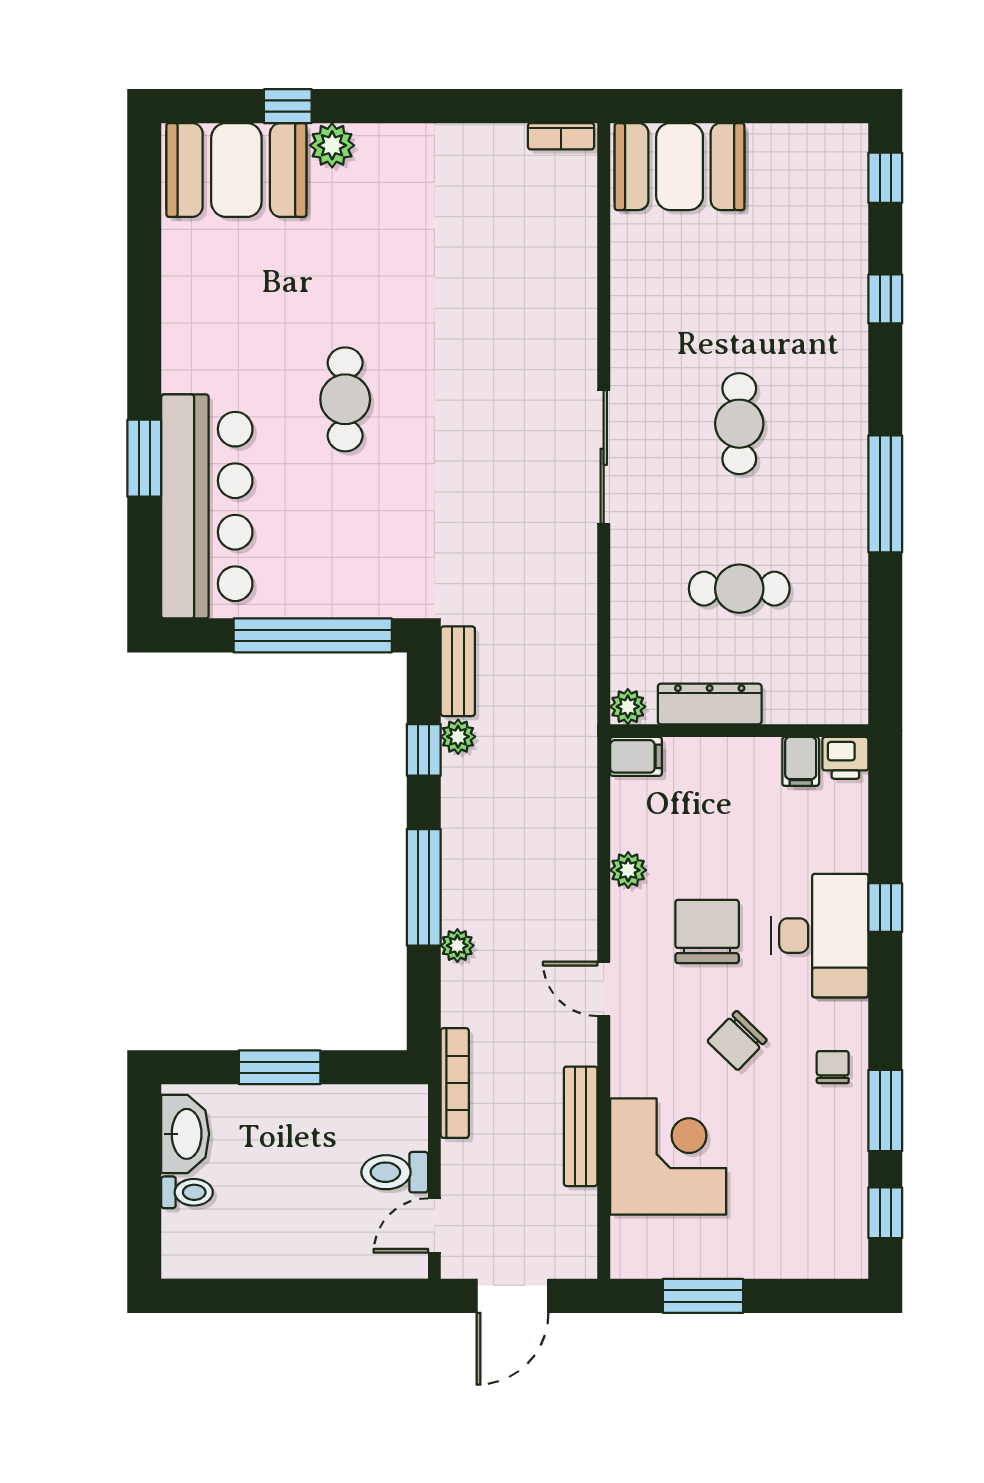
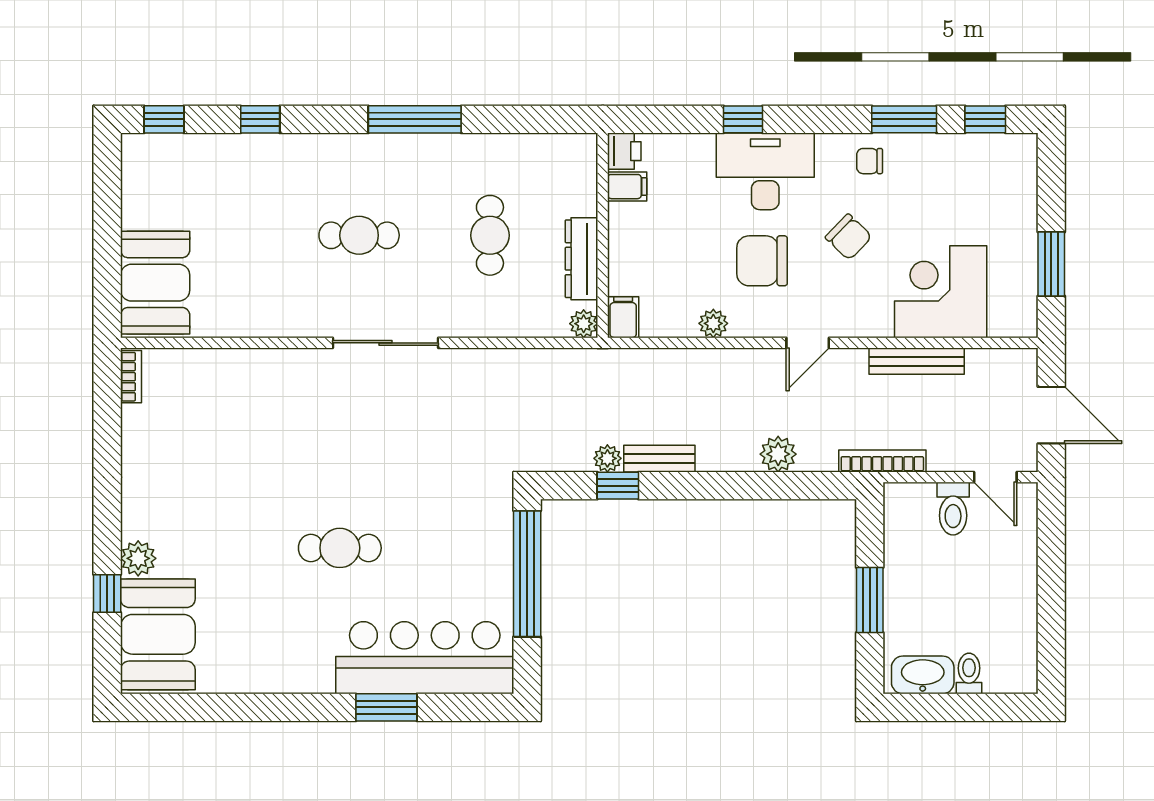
bench: (458, 671) -> (659, 459), moved
window: (424, 887) -> (727, 486), removed
plant: (457, 946) -> (778, 454), width x1.38, depth x1.38

